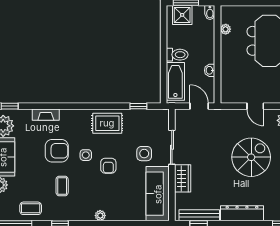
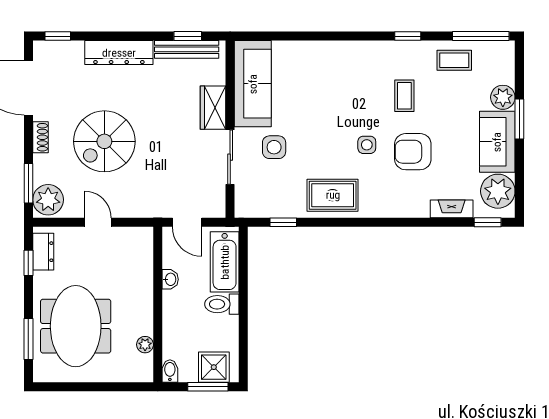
fireplace: (46, 115) -> (452, 209), moved
armchair: (108, 166) -> (331, 128), removed
plant: (100, 216) -> (344, 49), removed

